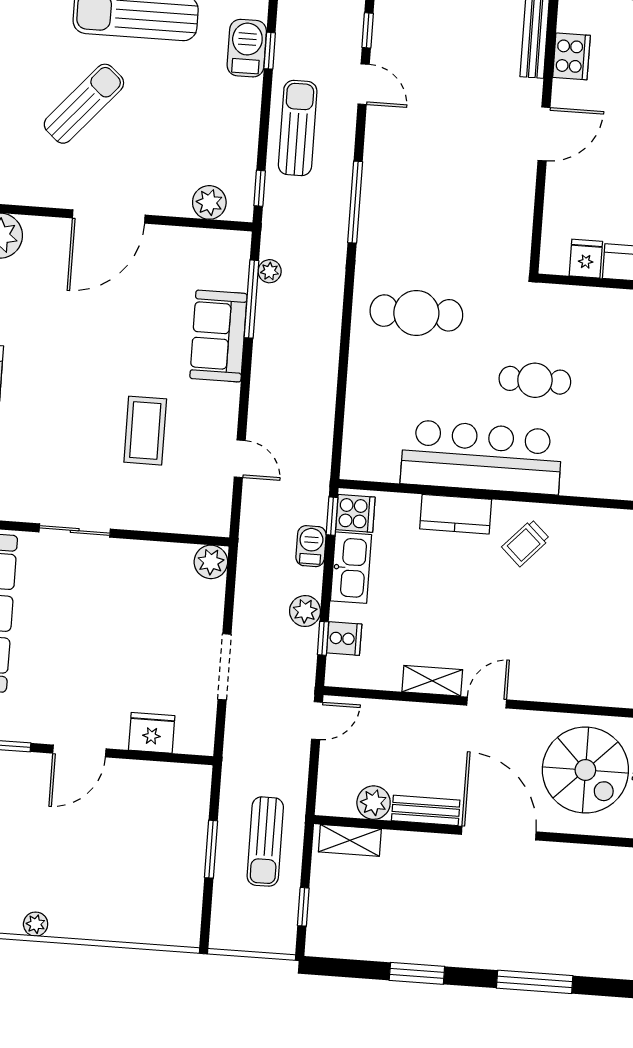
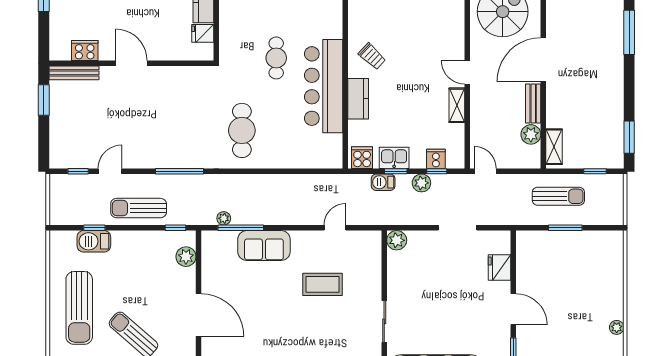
window: (332, 516) -> (396, 171), moved
kitchen sink: (351, 568) -> (394, 158), width x0.73
window: (417, 973) -> (629, 137), moved

